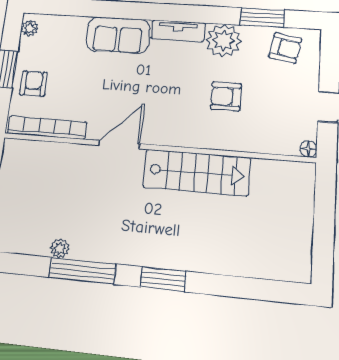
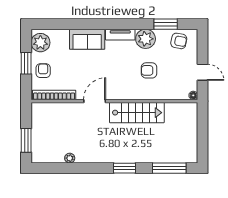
plant: (30, 28) -> (40, 43), width x1.87, depth x1.87
window: (82, 271) -> (169, 168), moved

